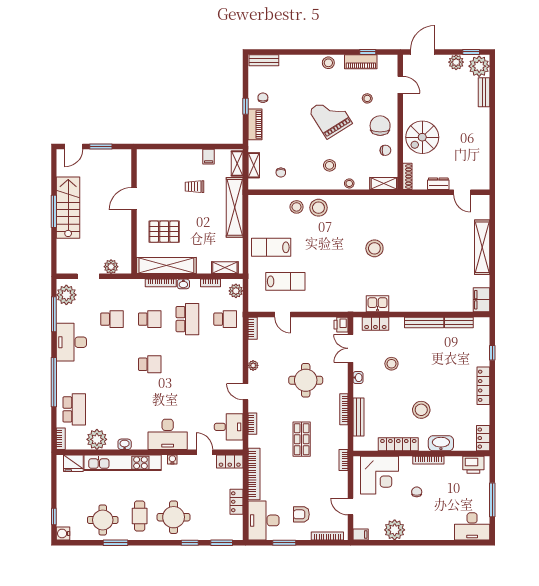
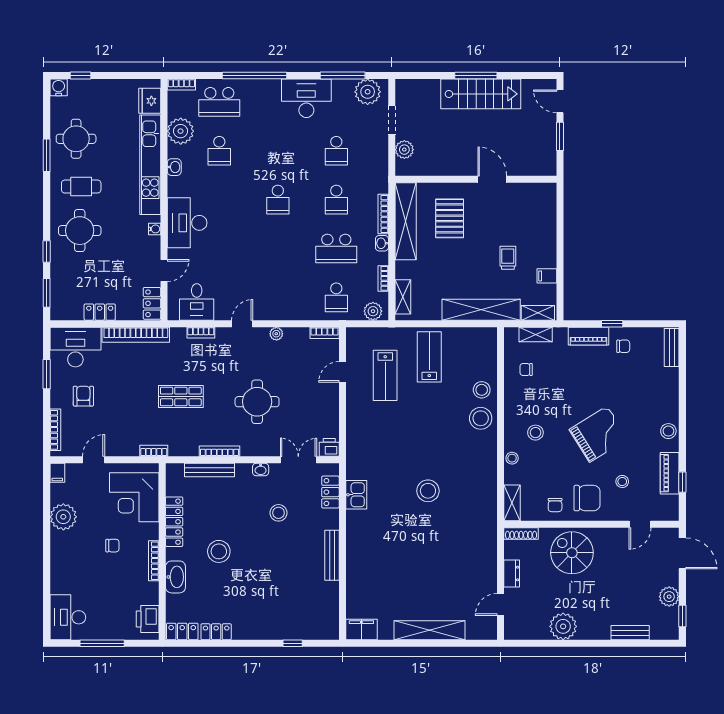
plant: (479, 66) -> (563, 626), moved
bench: (459, 322) -> (332, 600), removed
locker: (483, 386) -> (216, 632), moved, width x0.66
school desk: (112, 409) -> (219, 151), added

